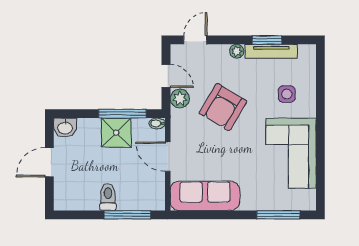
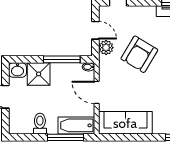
plant: (237, 51) -> (150, 11), removed
shower: (116, 133) -> (39, 74), moved
toilet: (108, 197) -> (40, 124), moved
bathtub: (141, 199) -> (76, 125), added

